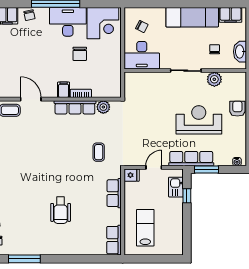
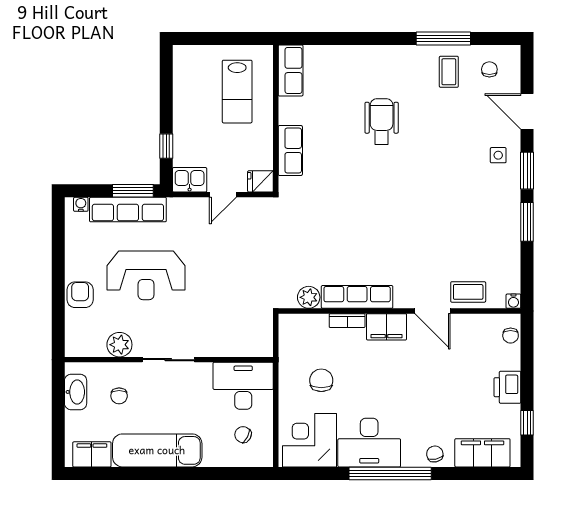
chair: (80, 54) -> (321, 380), moved
filing cabinet: (64, 90) -> (387, 327), width x2.00
armchair: (237, 109) -> (80, 295), turned 180
coffee table: (99, 152) -> (449, 72), moved
row of seats: (191, 159) -> (128, 210), moved
kitchen sink: (176, 187) -> (190, 180), moved, turned -90

